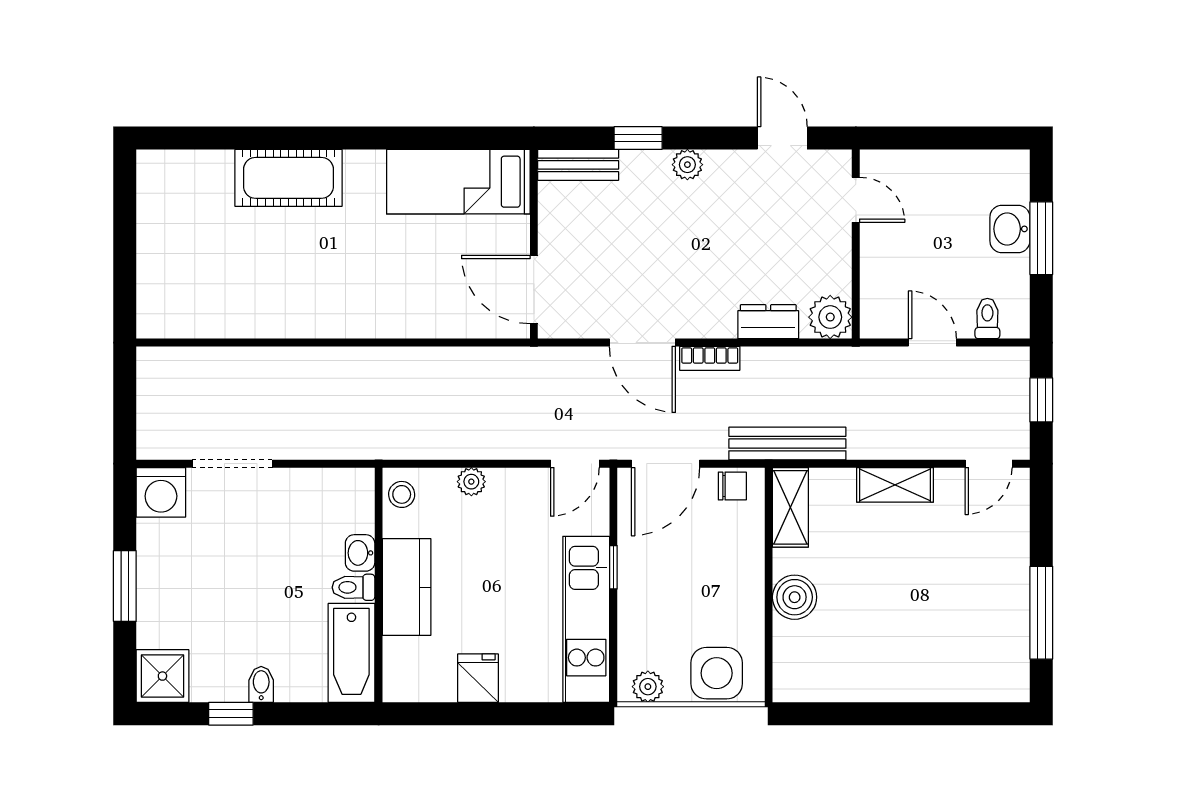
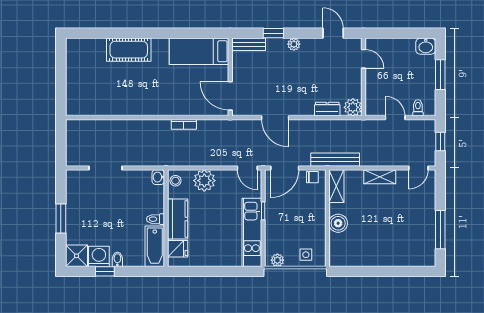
washbasin: (1010, 229) -> (426, 46), moved, turned -90
bookcase: (710, 358) -> (184, 124), moved
door: (575, 464) -> (247, 168), hinge flipped
plant: (471, 482) -> (204, 181), width x1.88, depth x1.88
washing machine: (161, 492) -> (99, 256), moved, turned 180
washbasin: (360, 553) -> (158, 177), moved
side table: (717, 673) -> (306, 255), width x0.54, depth x0.54
fridge: (478, 678) -> (178, 249), moved, turned 90

